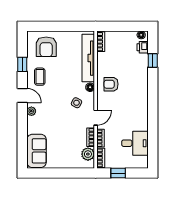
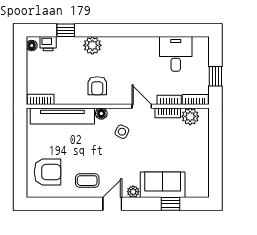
window: (22, 64) -> (170, 204), moved
plant: (141, 81) -> (92, 45), added
sofa: (37, 151) -> (163, 185), moved

